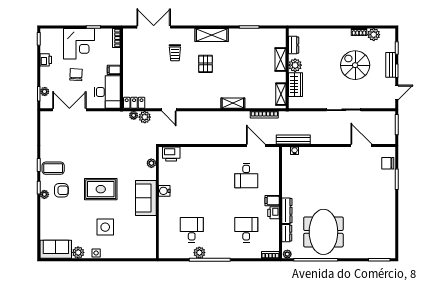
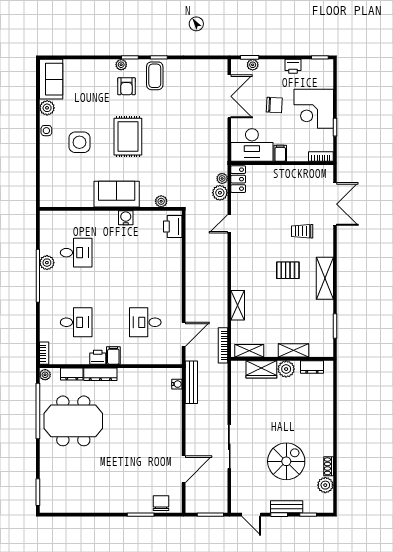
dresser: (294, 45) -> (312, 367), moved
shelving: (281, 59) -> (294, 350), moved
plant: (295, 65) -> (286, 369), moved
wall: (287, 68) -> (282, 359), moved
wardrobe: (295, 85) -> (261, 369), moved
shelving: (281, 94) -> (249, 351), moved

